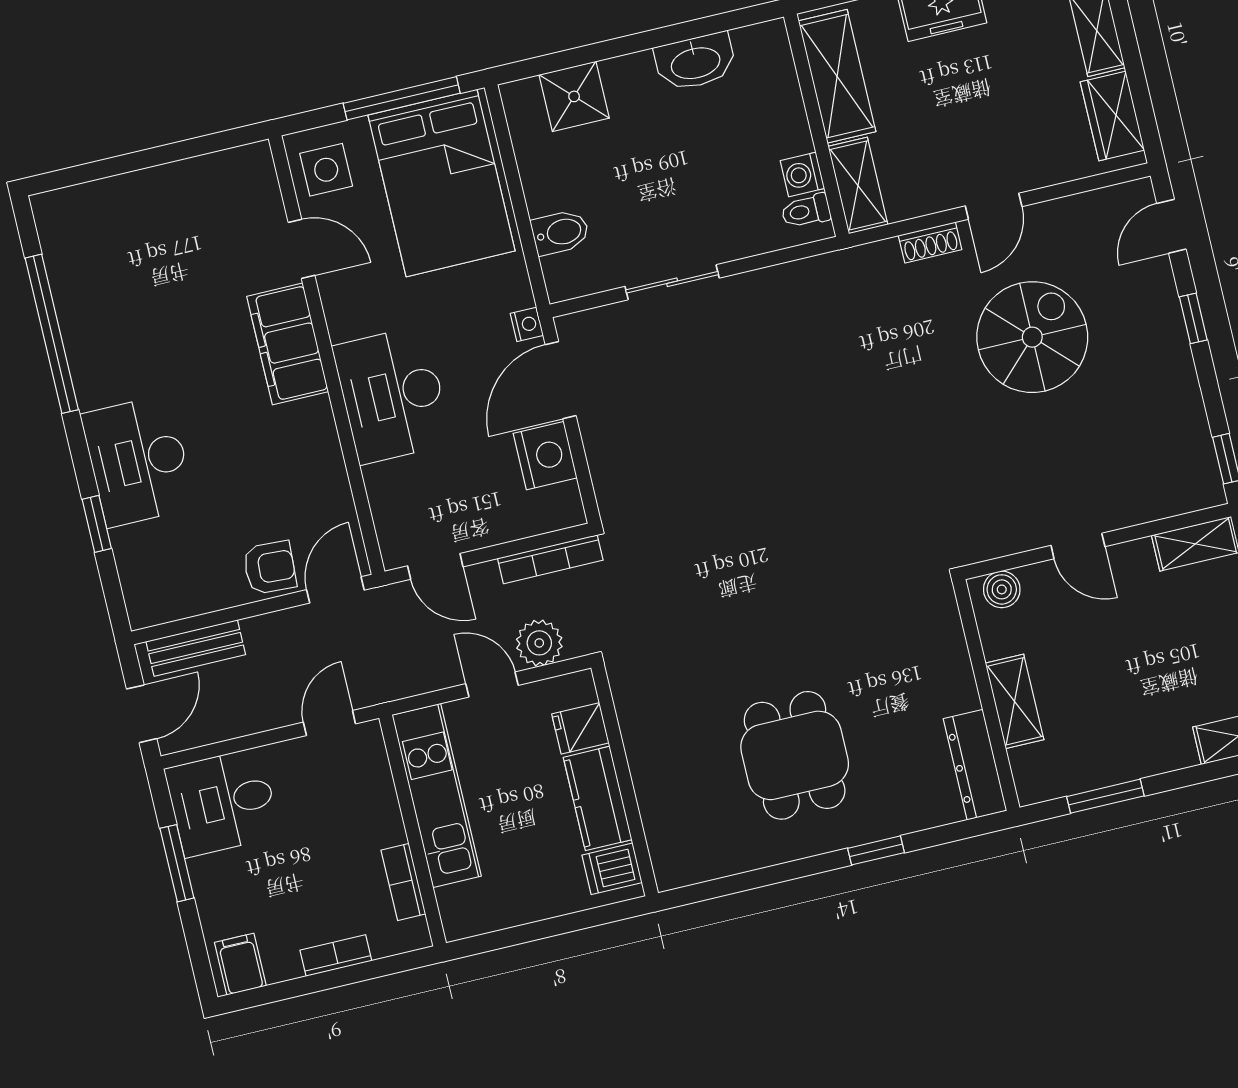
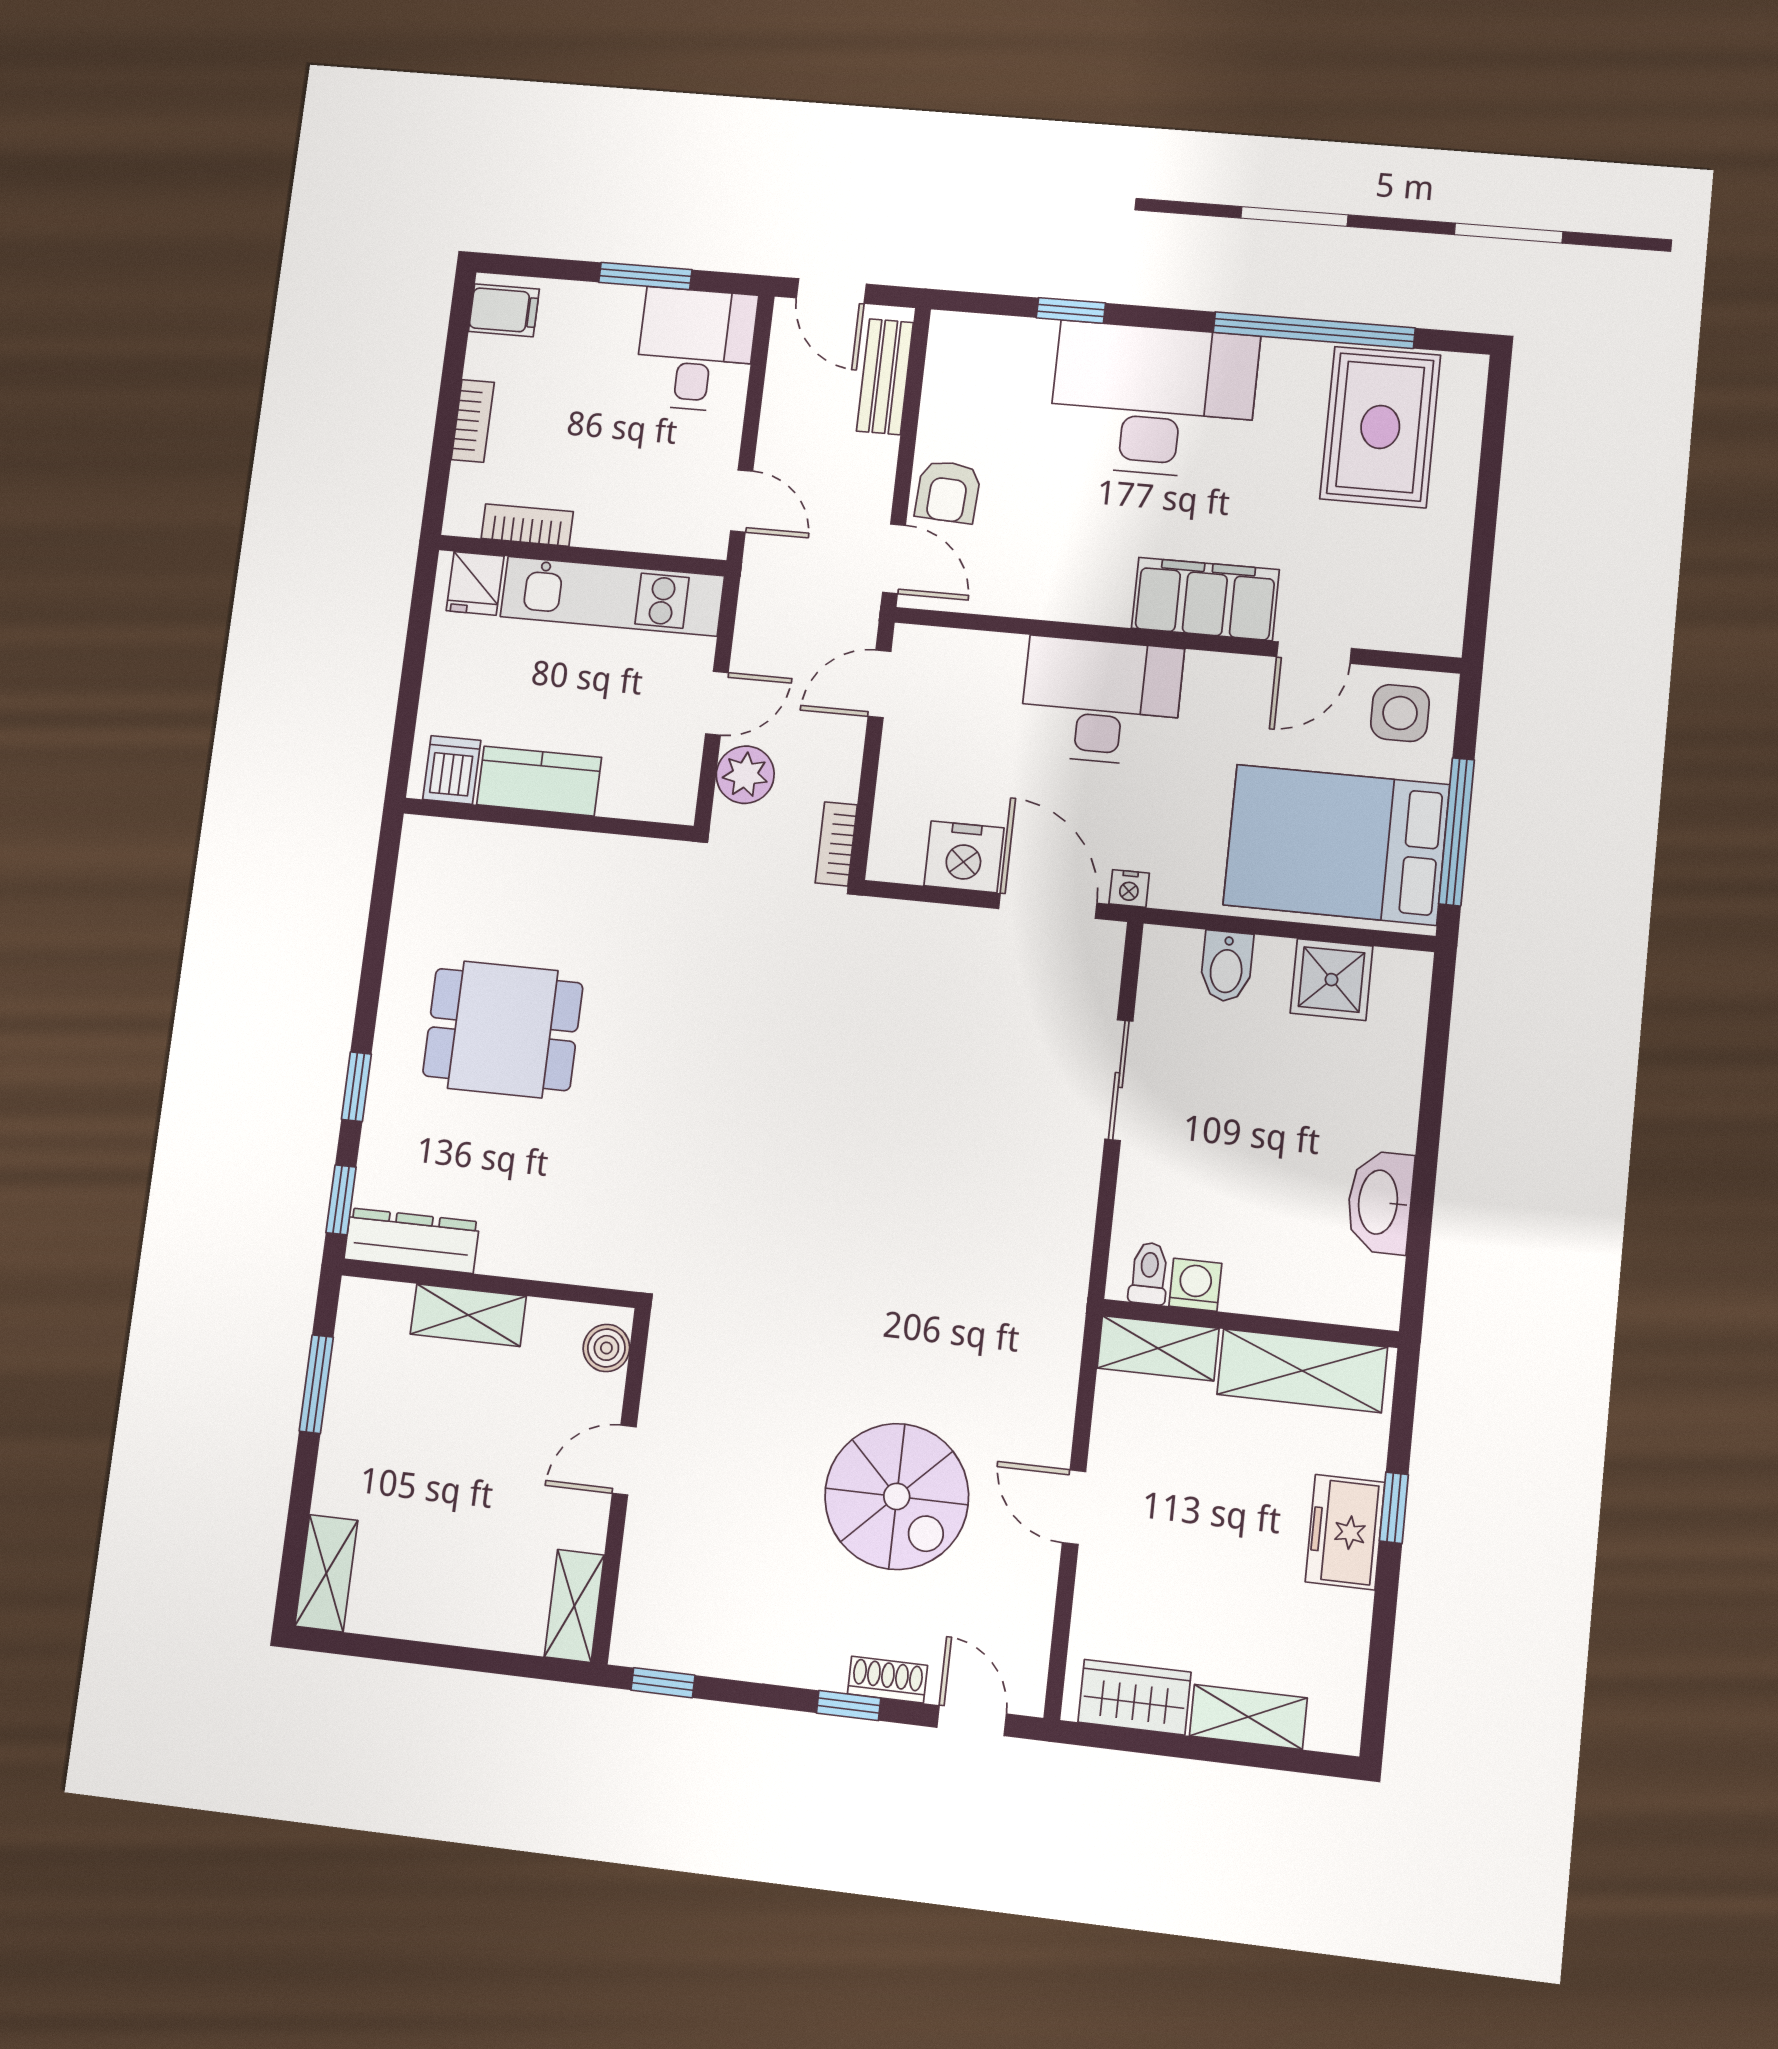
shower: (574, 96) -> (1331, 980), moved
shoe rack: (930, 242) -> (887, 1680), moved, turned 90
rug: (111, 258) -> (1380, 427), added
desk: (138, 461) -> (1153, 400), width x1.36, depth x1.30
bookcase: (550, 559) -> (836, 844), width x0.64
fridge: (580, 728) -> (475, 583), moved, turned 180
window: (964, 830) -> (341, 1200), added

